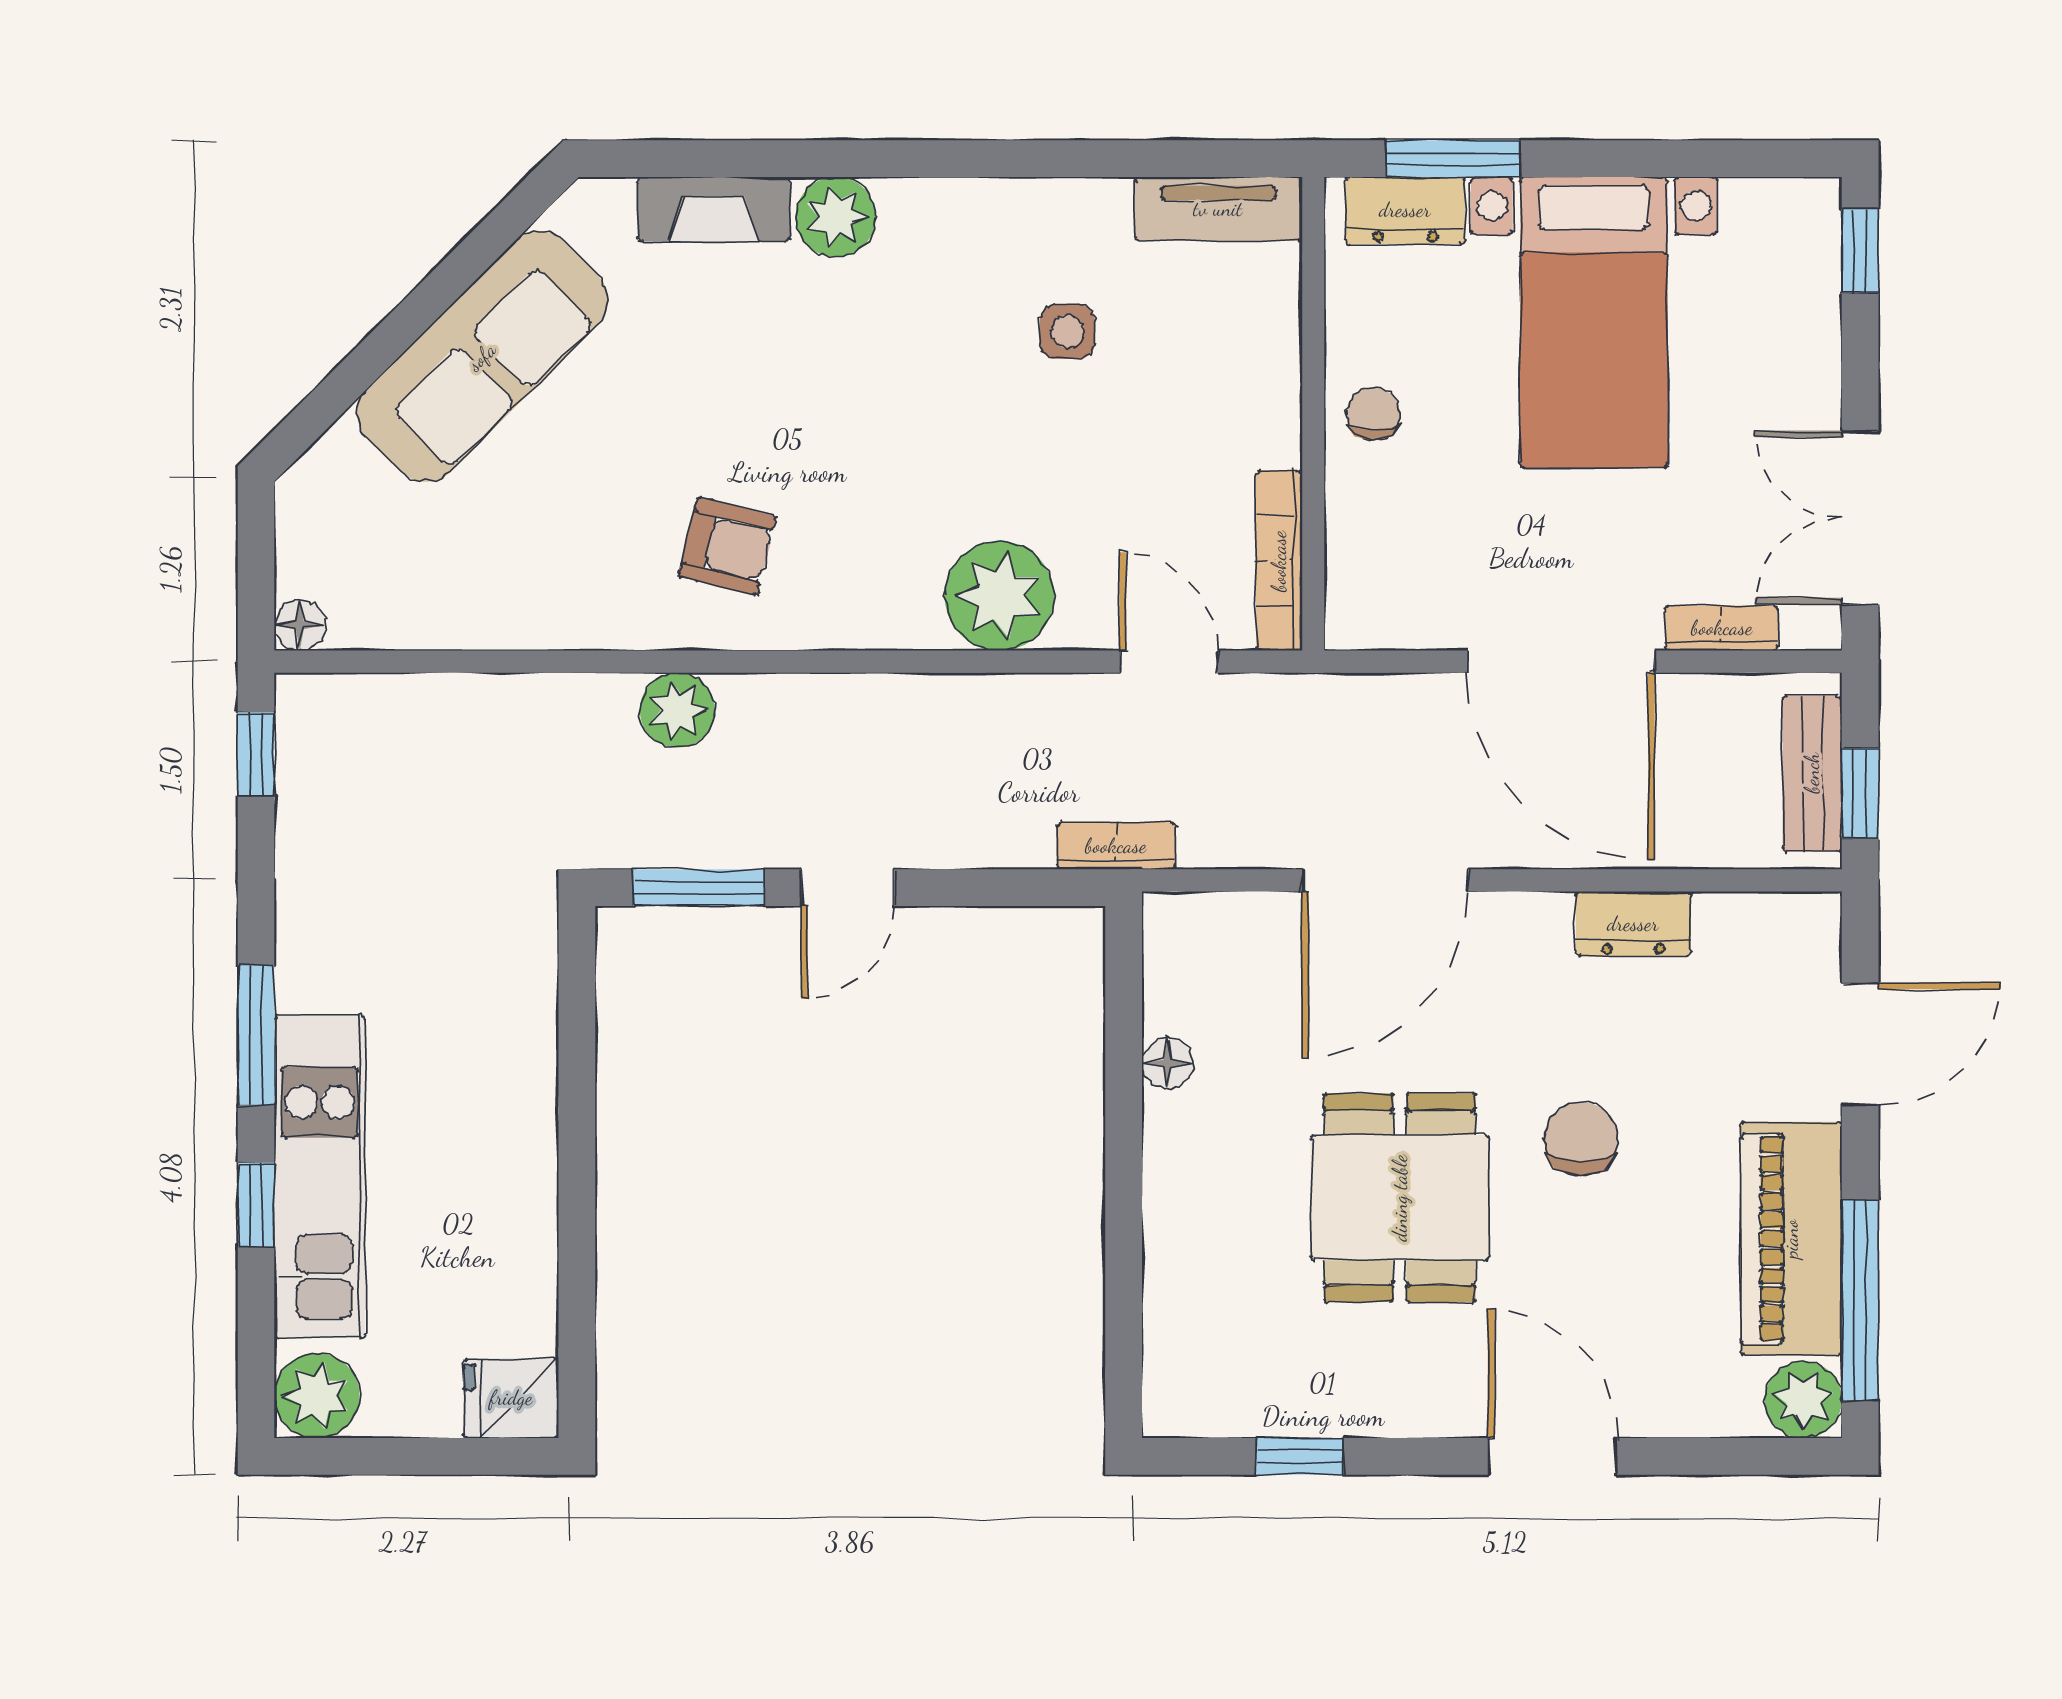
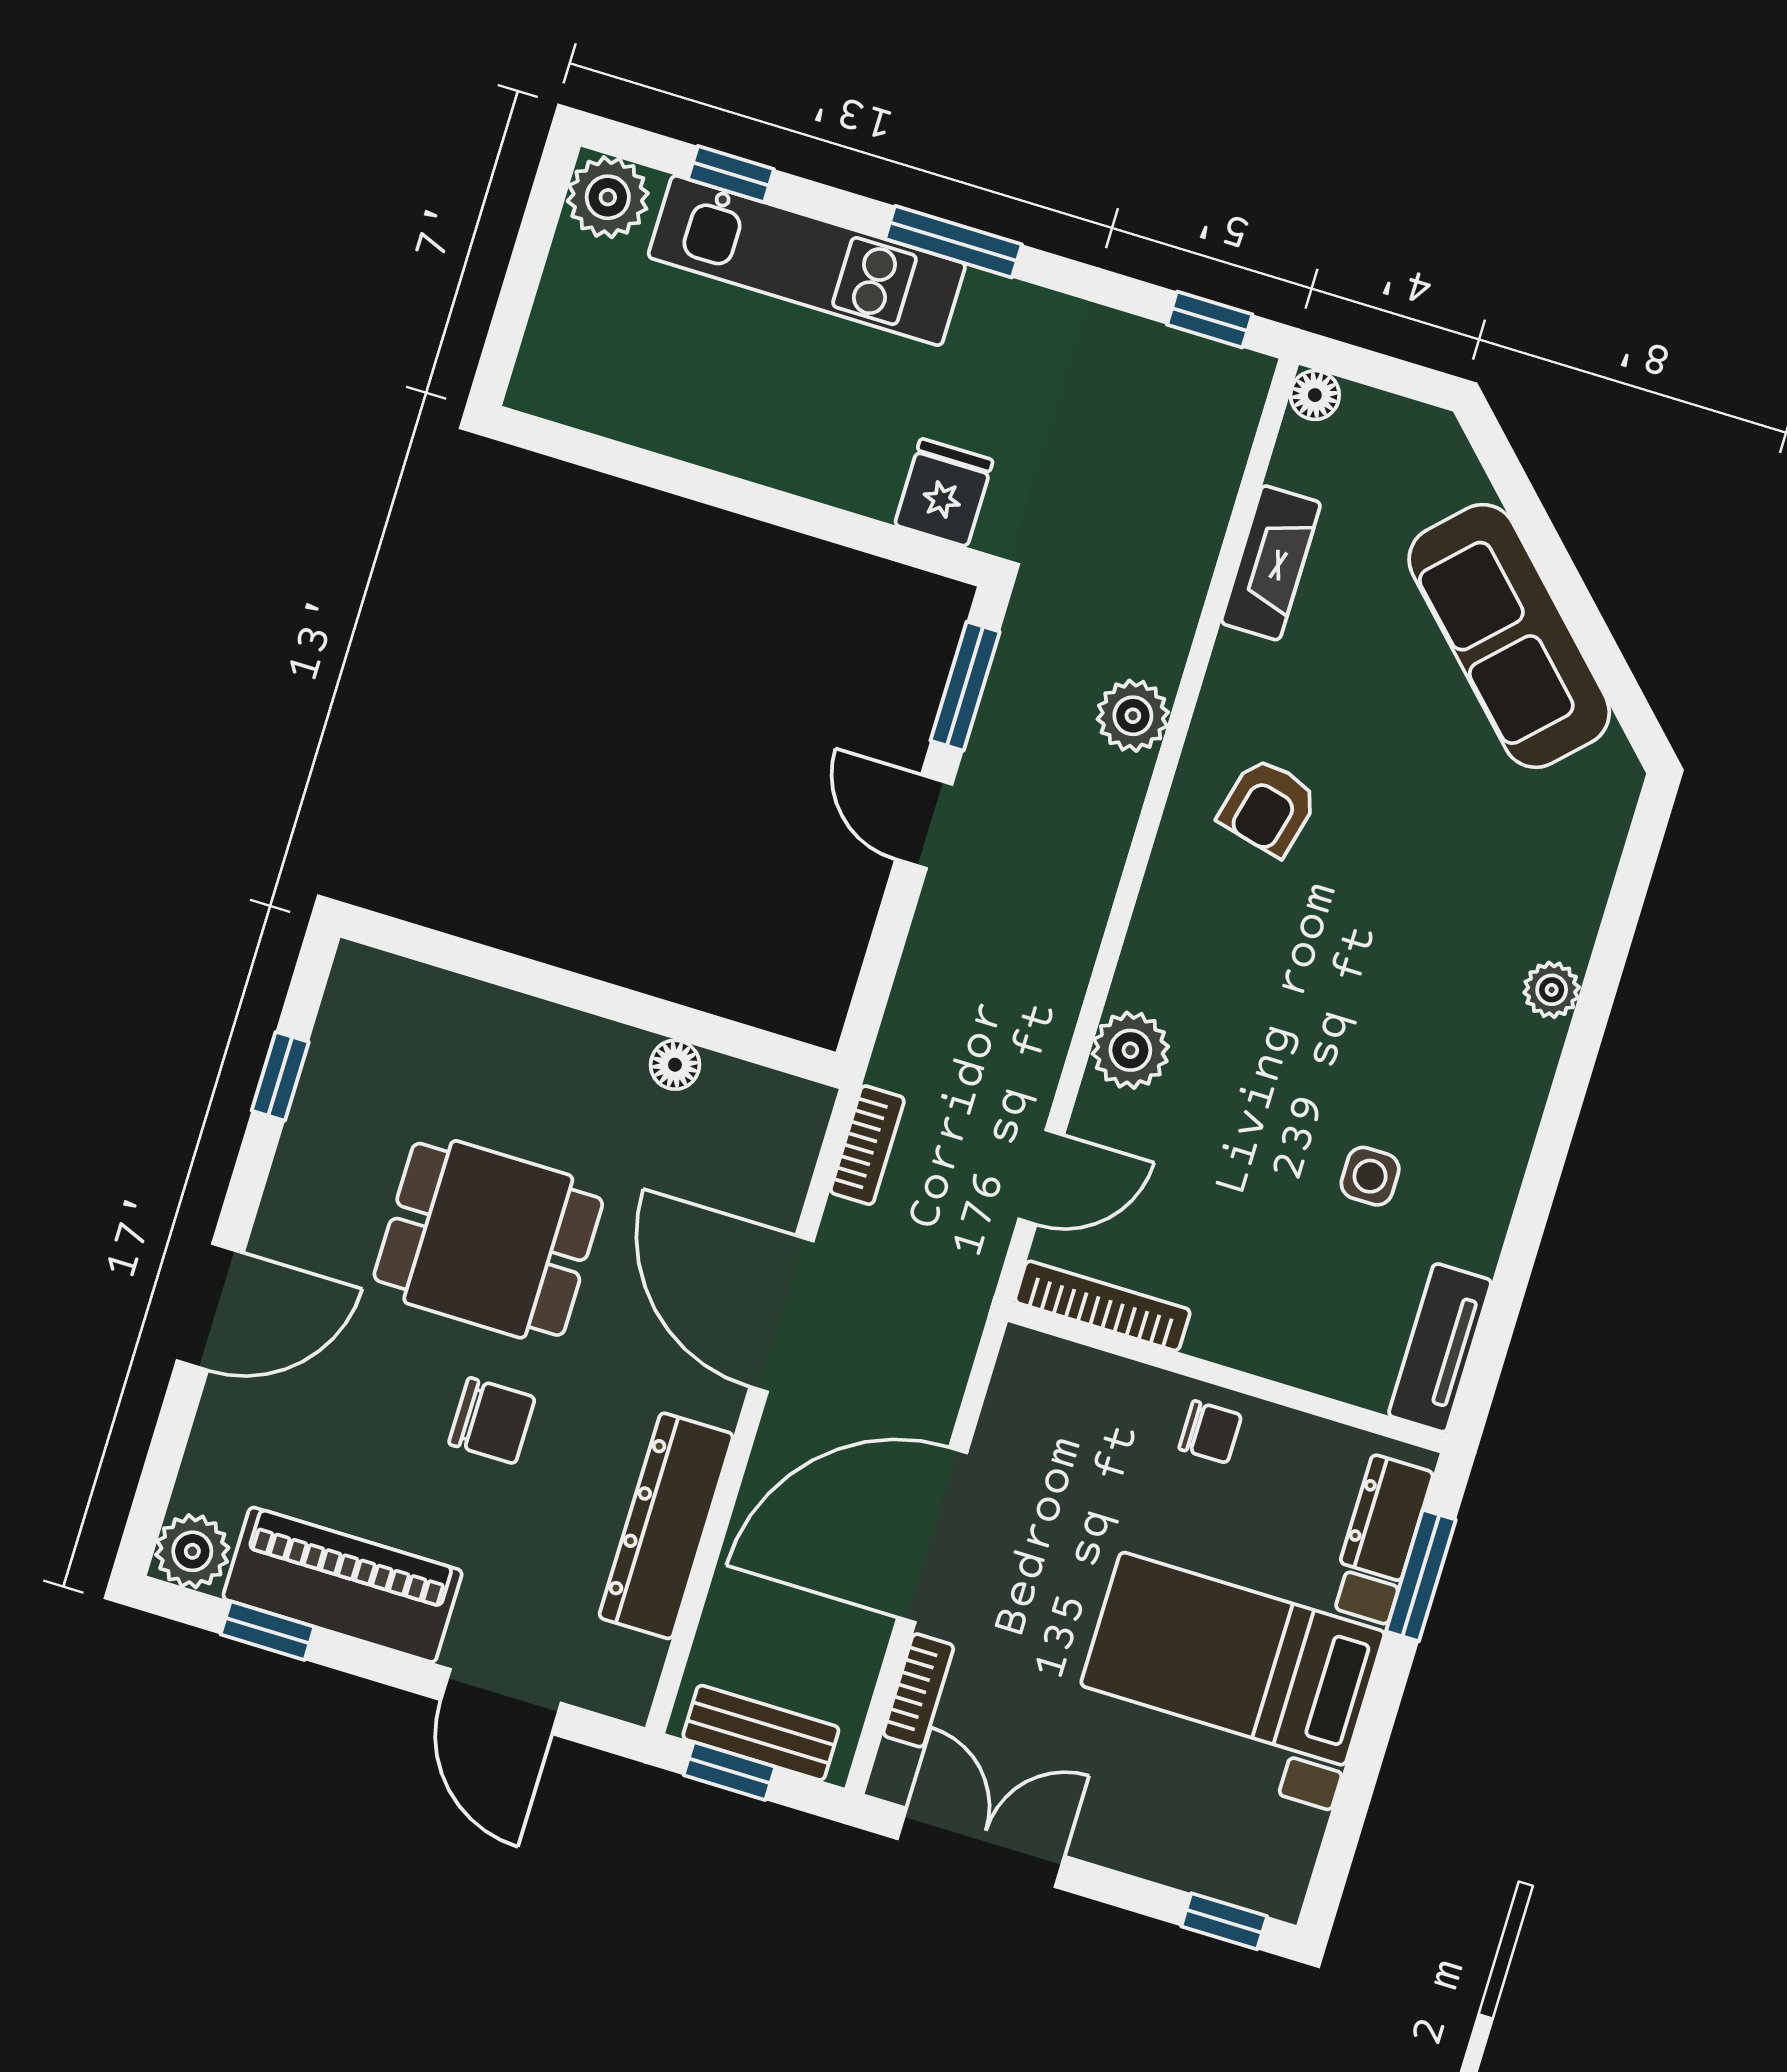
fireplace: (714, 209) -> (1271, 563), moved, turned 180
plant: (836, 217) -> (1552, 990), width x0.73, depth x0.73
plant: (999, 596) -> (1130, 1050), width x0.73, depth x0.73
bookcase: (1116, 846) -> (867, 1145), moved
dresser: (1633, 924) -> (666, 1526), width x1.96, depth x1.24
window: (256, 1205) -> (731, 174), moved
window: (1860, 1300) -> (268, 1631), width x0.46
fridge: (511, 1398) -> (944, 493), moved

